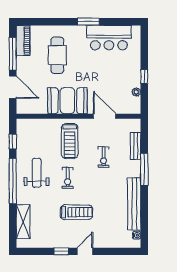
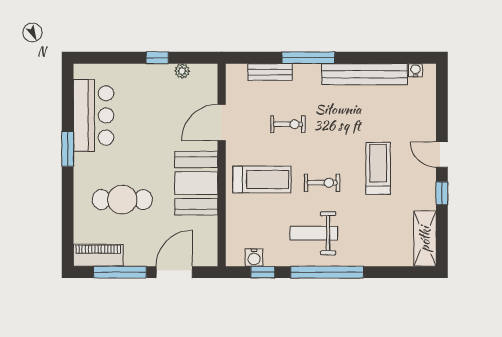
water cooler: (22, 136) -> (254, 258), added
shelving: (23, 222) -> (425, 239), moved, turned 90

